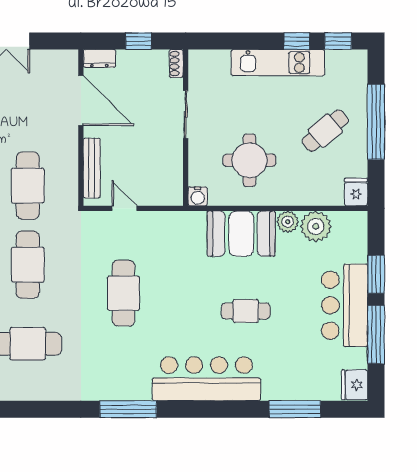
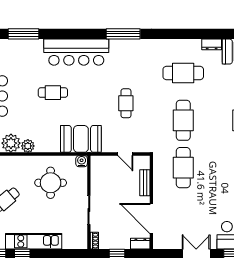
bench: (92, 168) -> (145, 183), width x0.73
booth: (241, 234) -> (81, 139), moved
cafe table: (123, 293) -> (126, 103), width x0.73, depth x0.74

